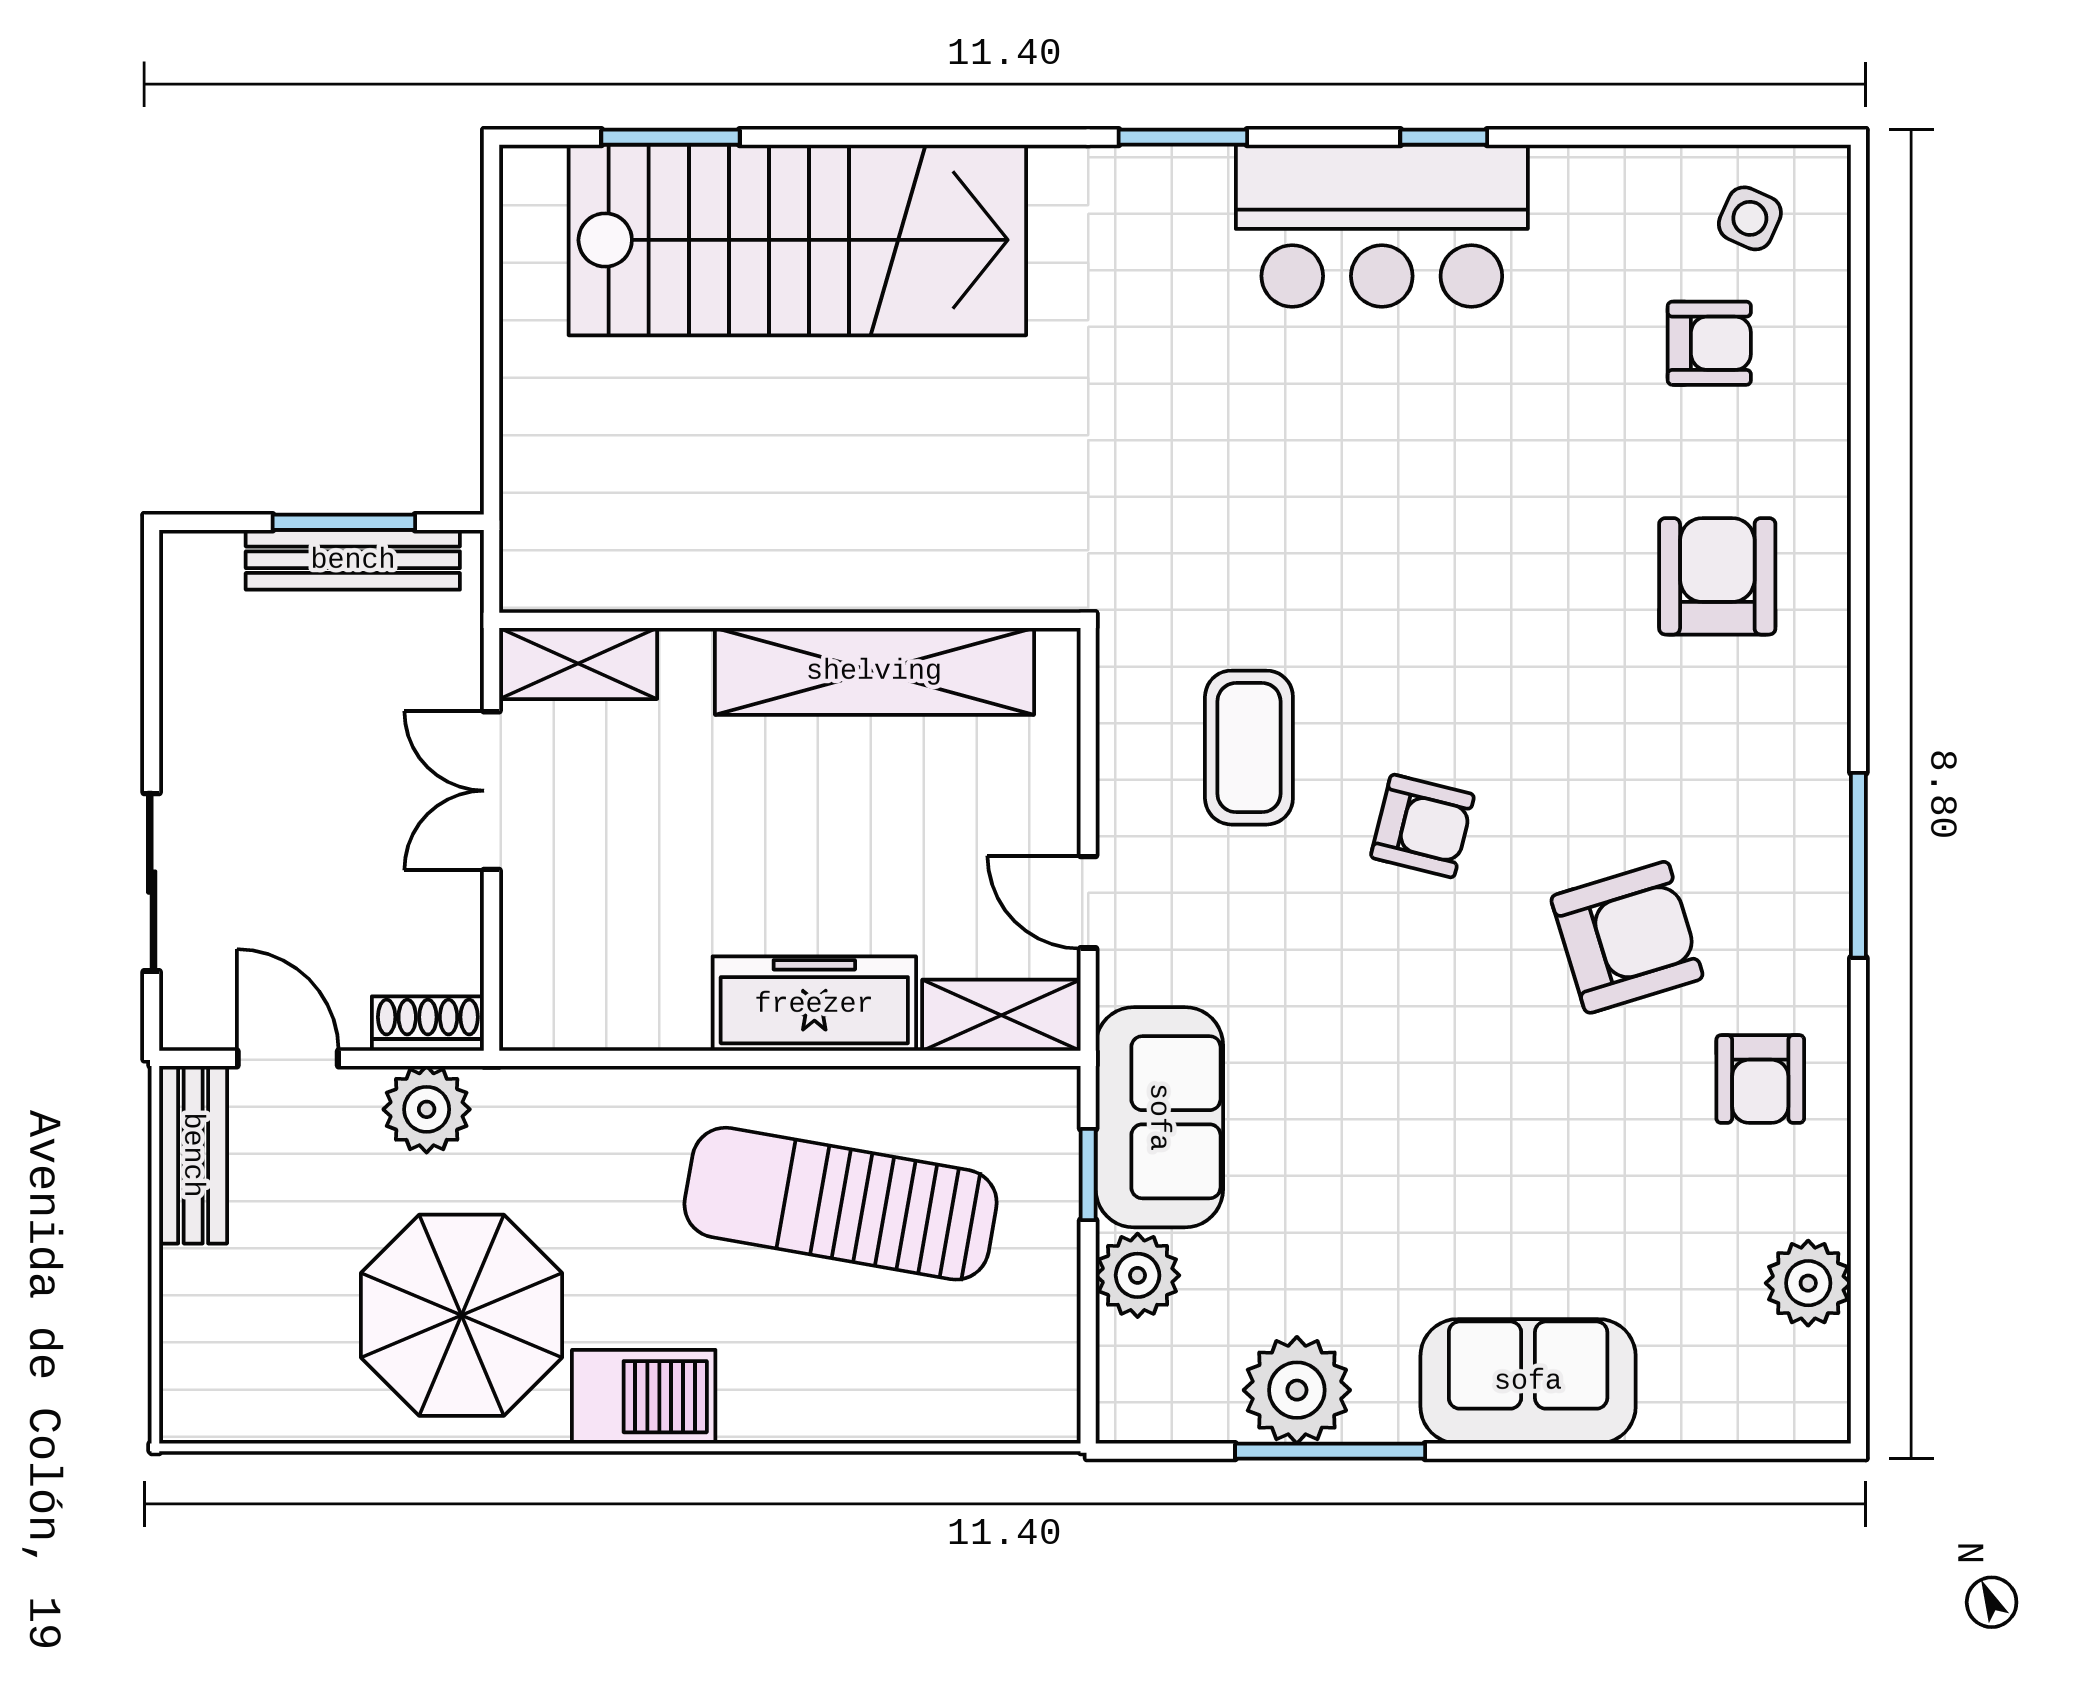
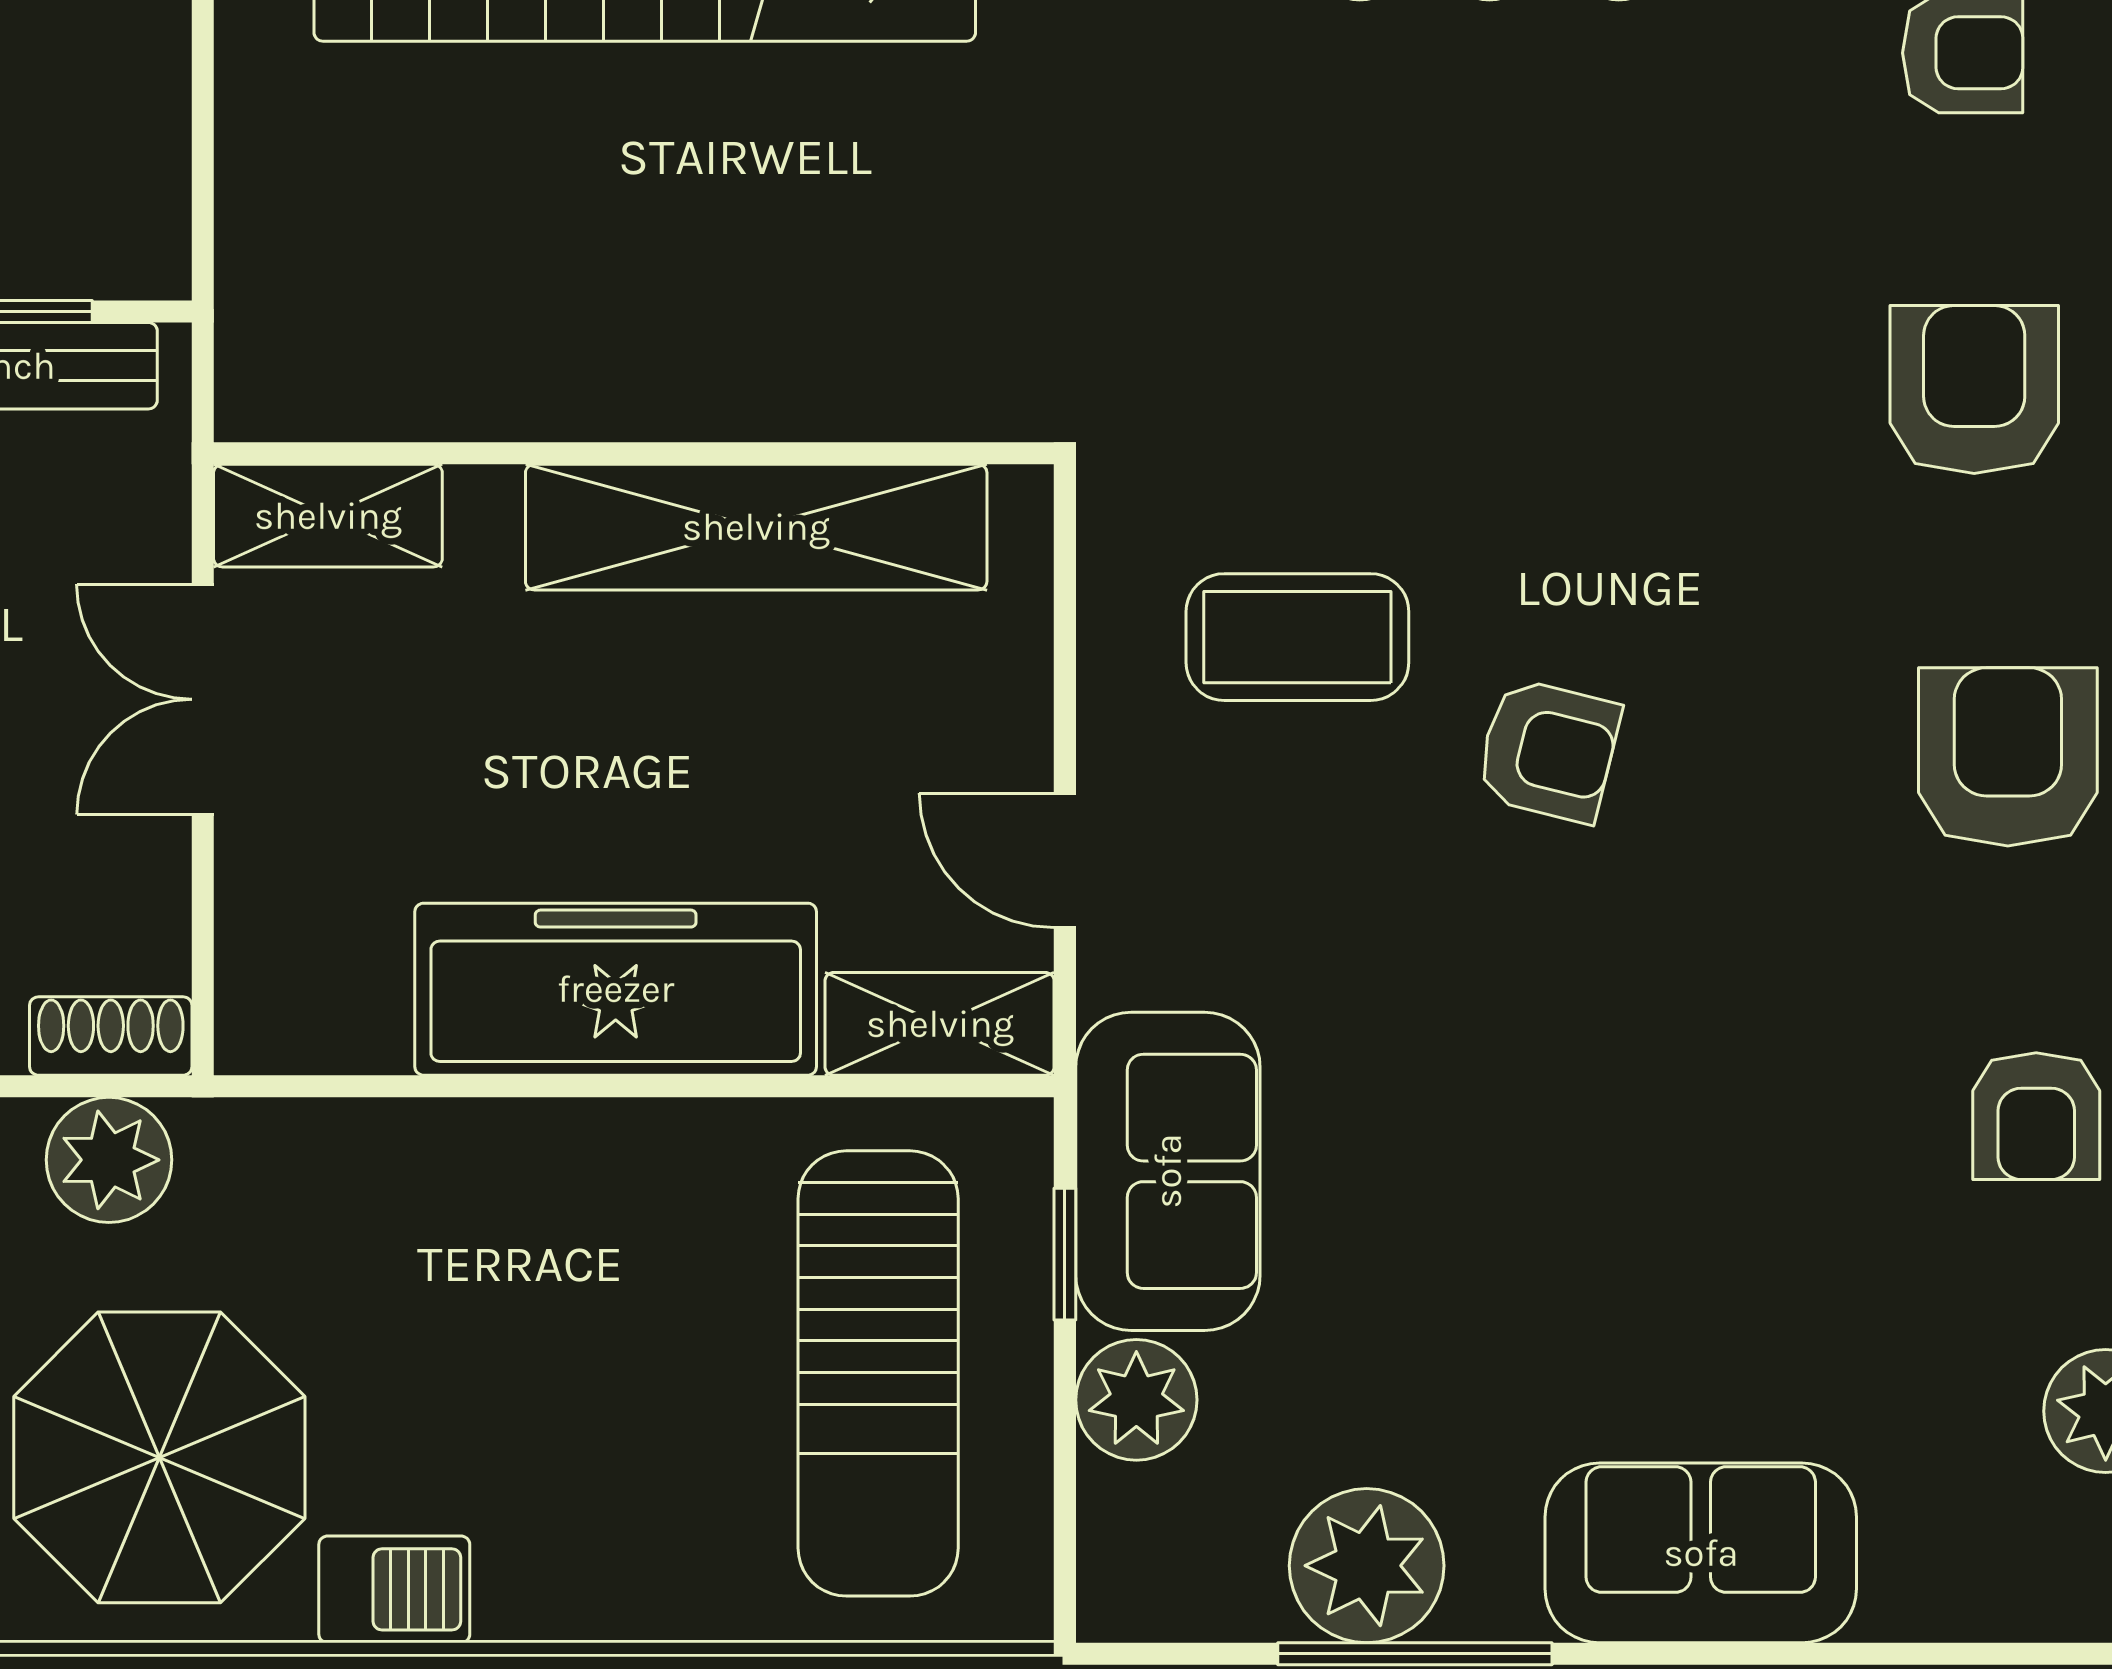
coffee table: (1249, 748) -> (1297, 637), turned 90
armchair: (1627, 937) -> (2008, 757), moved, turned -73
freezer: (814, 1004) -> (616, 989), width x1.36, depth x1.26
sun lounger: (841, 1204) -> (878, 1373), moved, turned -100
barbecue: (644, 1397) -> (394, 1589), width x0.73, depth x0.79

